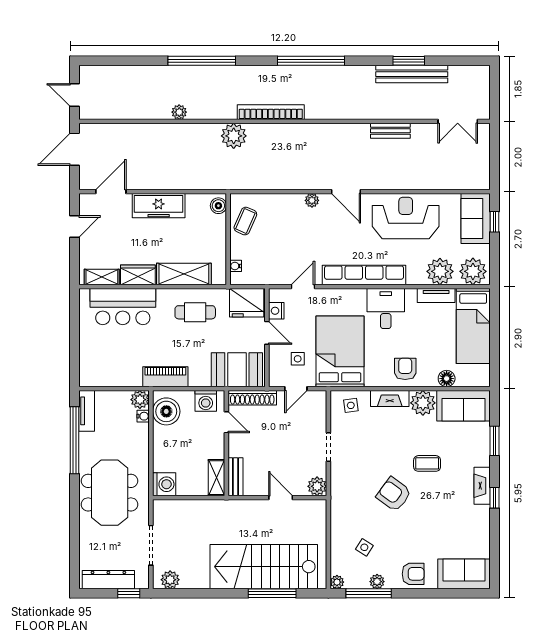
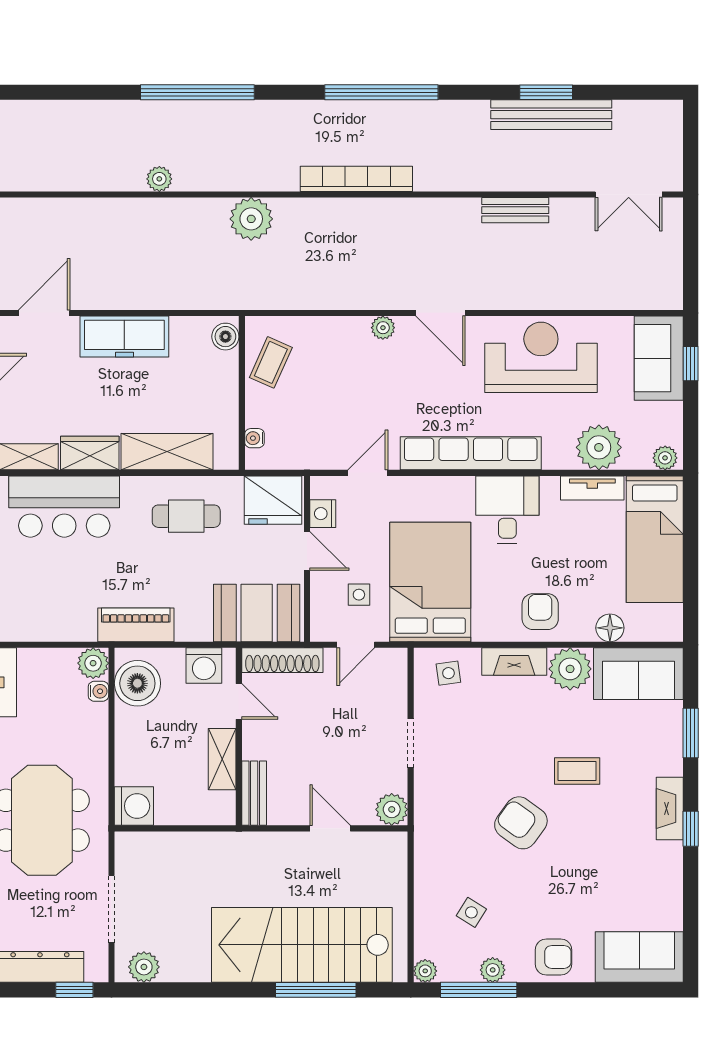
bookcase: (271, 112) -> (356, 179), moved
plant: (473, 271) -> (665, 458), width x0.53, depth x0.53
shelving: (217, 478) -> (222, 759), moved

